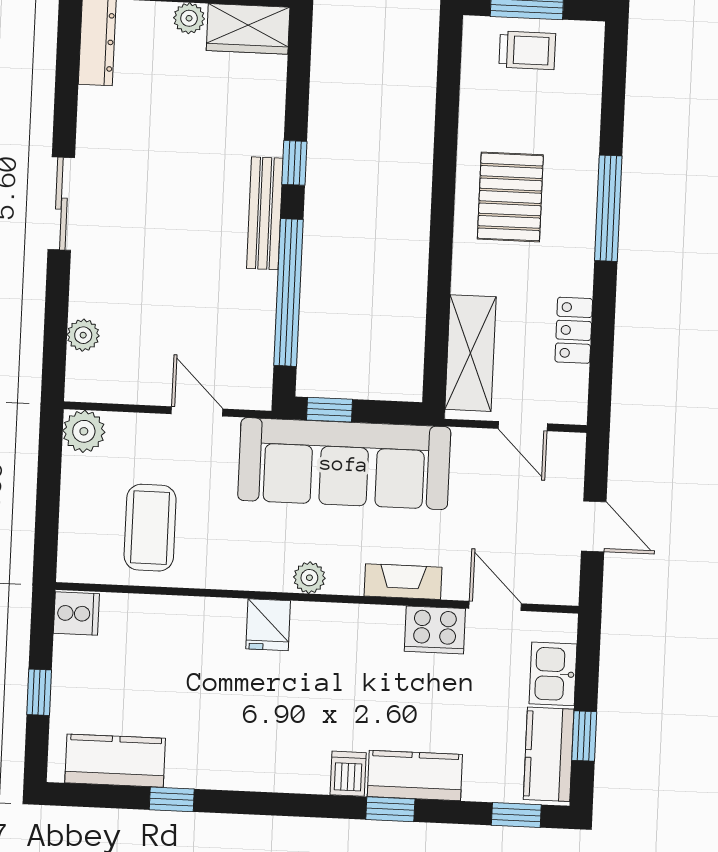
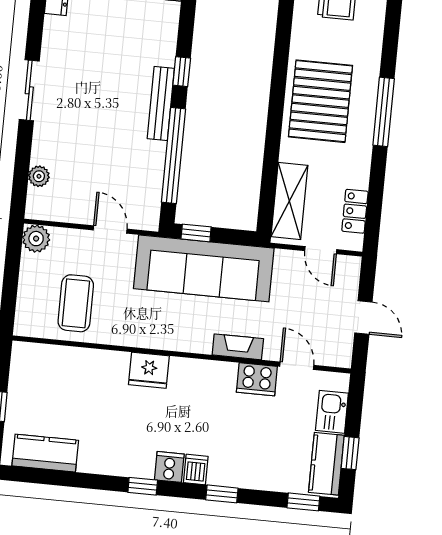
pallet: (510, 197) -> (320, 101), width x1.37, depth x1.41
locker: (574, 330) -> (355, 211), moved
plant: (309, 578) -> (177, 341), removed
cooker: (76, 613) -> (169, 467), moved, turned -90
fridge: (268, 625) -> (149, 370), width x1.38
kitchen counter: (415, 775) -> (239, 473), removed
window: (172, 799) -> (143, 486), moved

